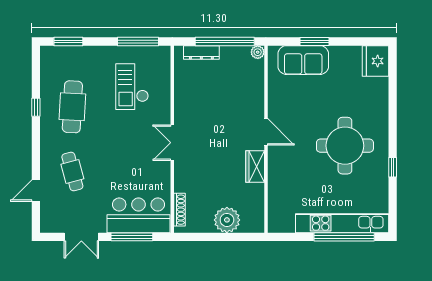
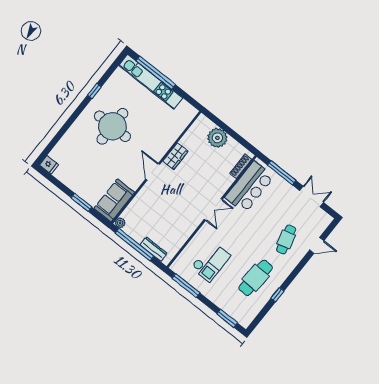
sofa: (303, 60) -> (114, 200), moved, turned -90
fridge: (375, 61) -> (49, 165), width x0.53, depth x0.75
bar counter: (138, 215) -> (250, 187), moved, turned -90

